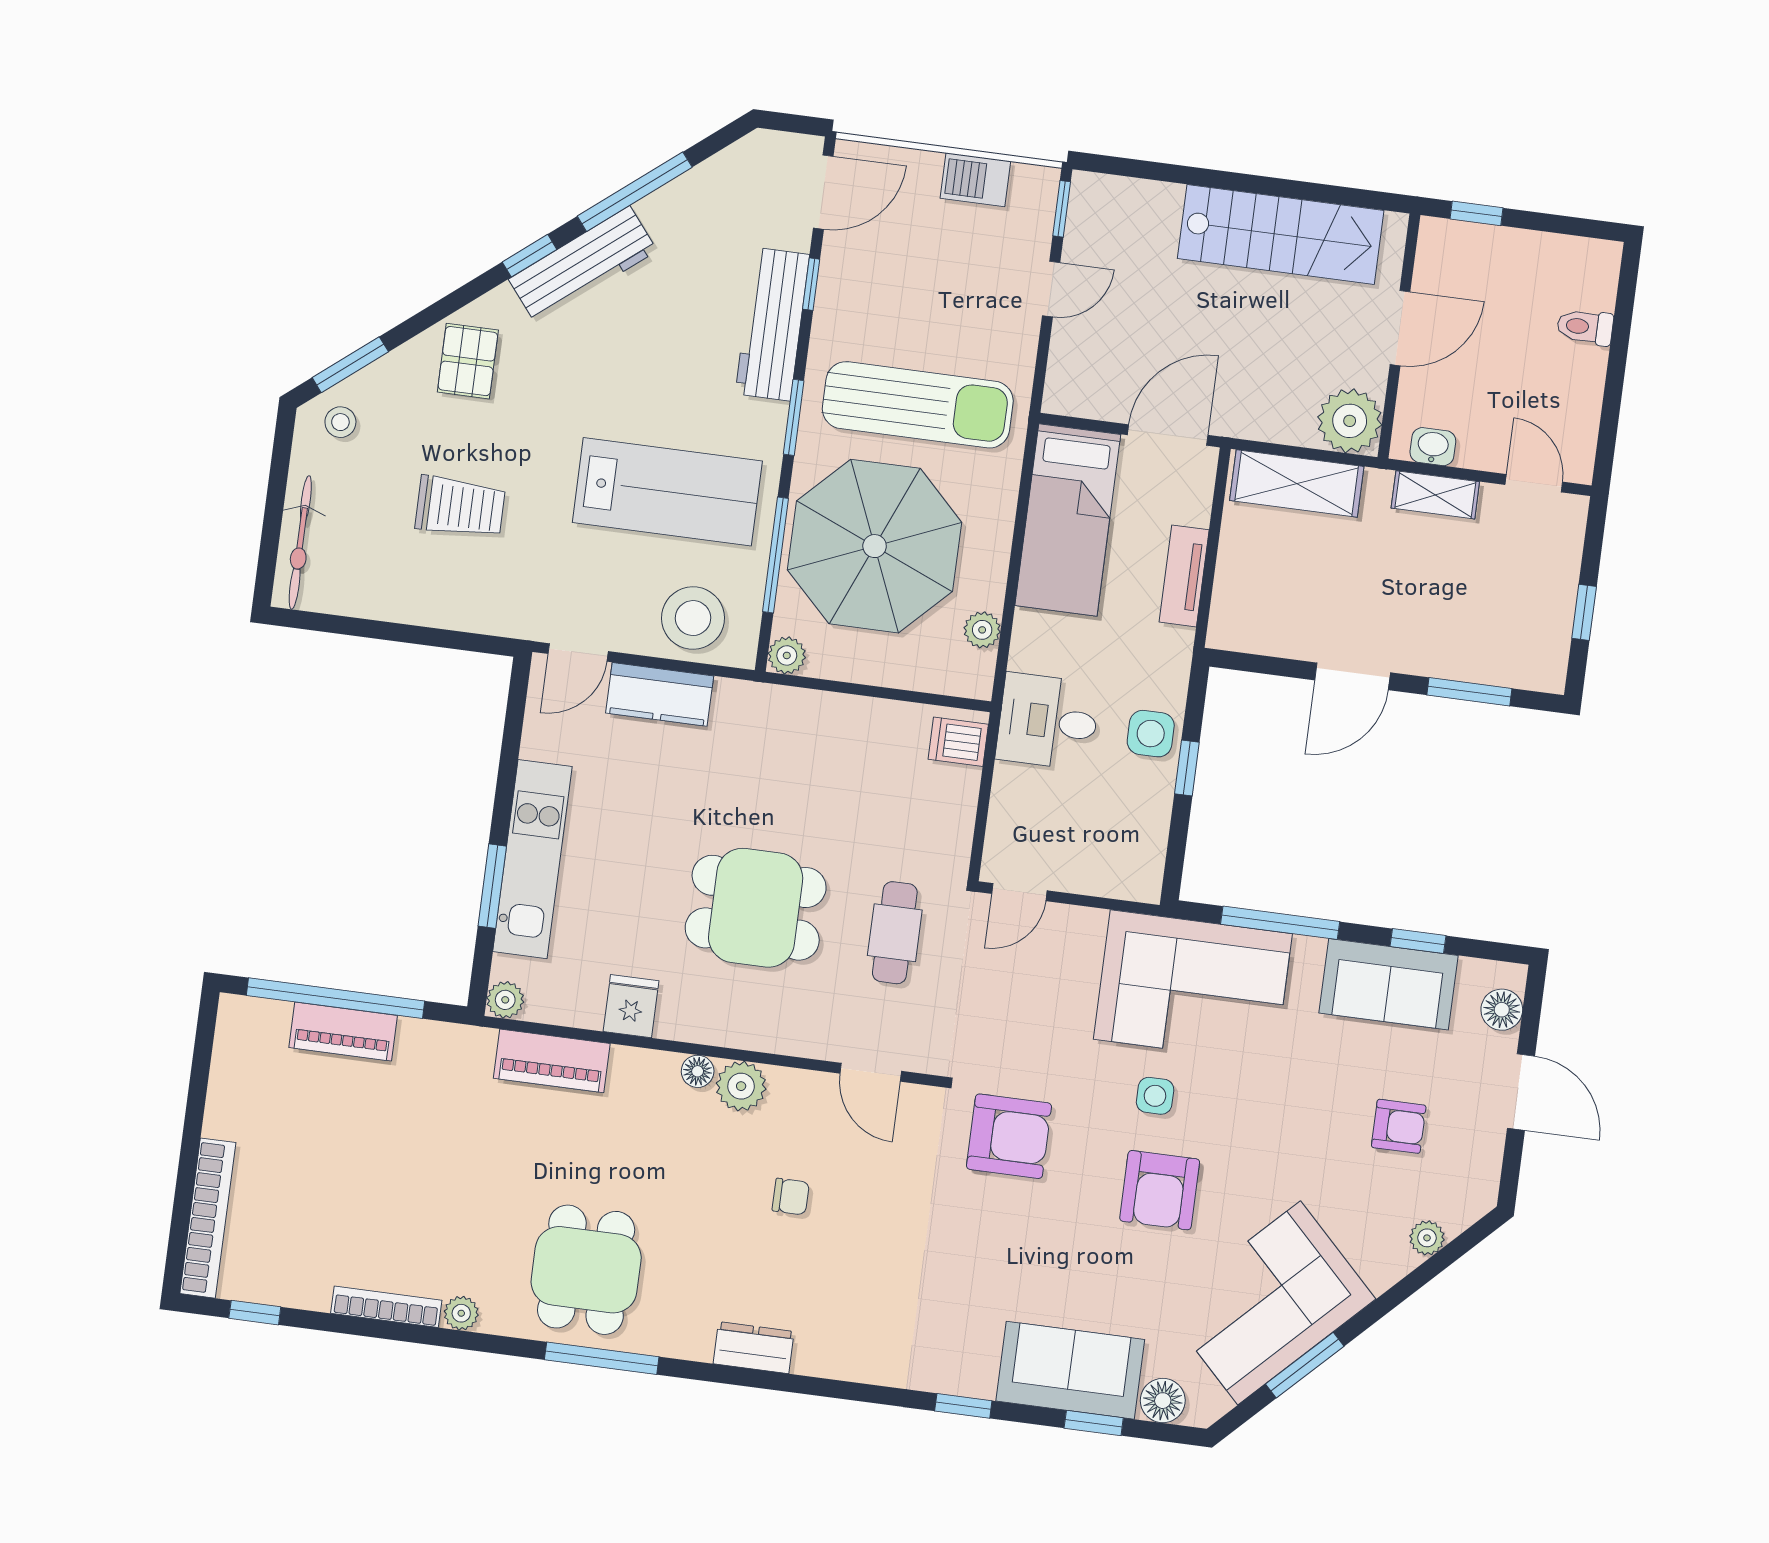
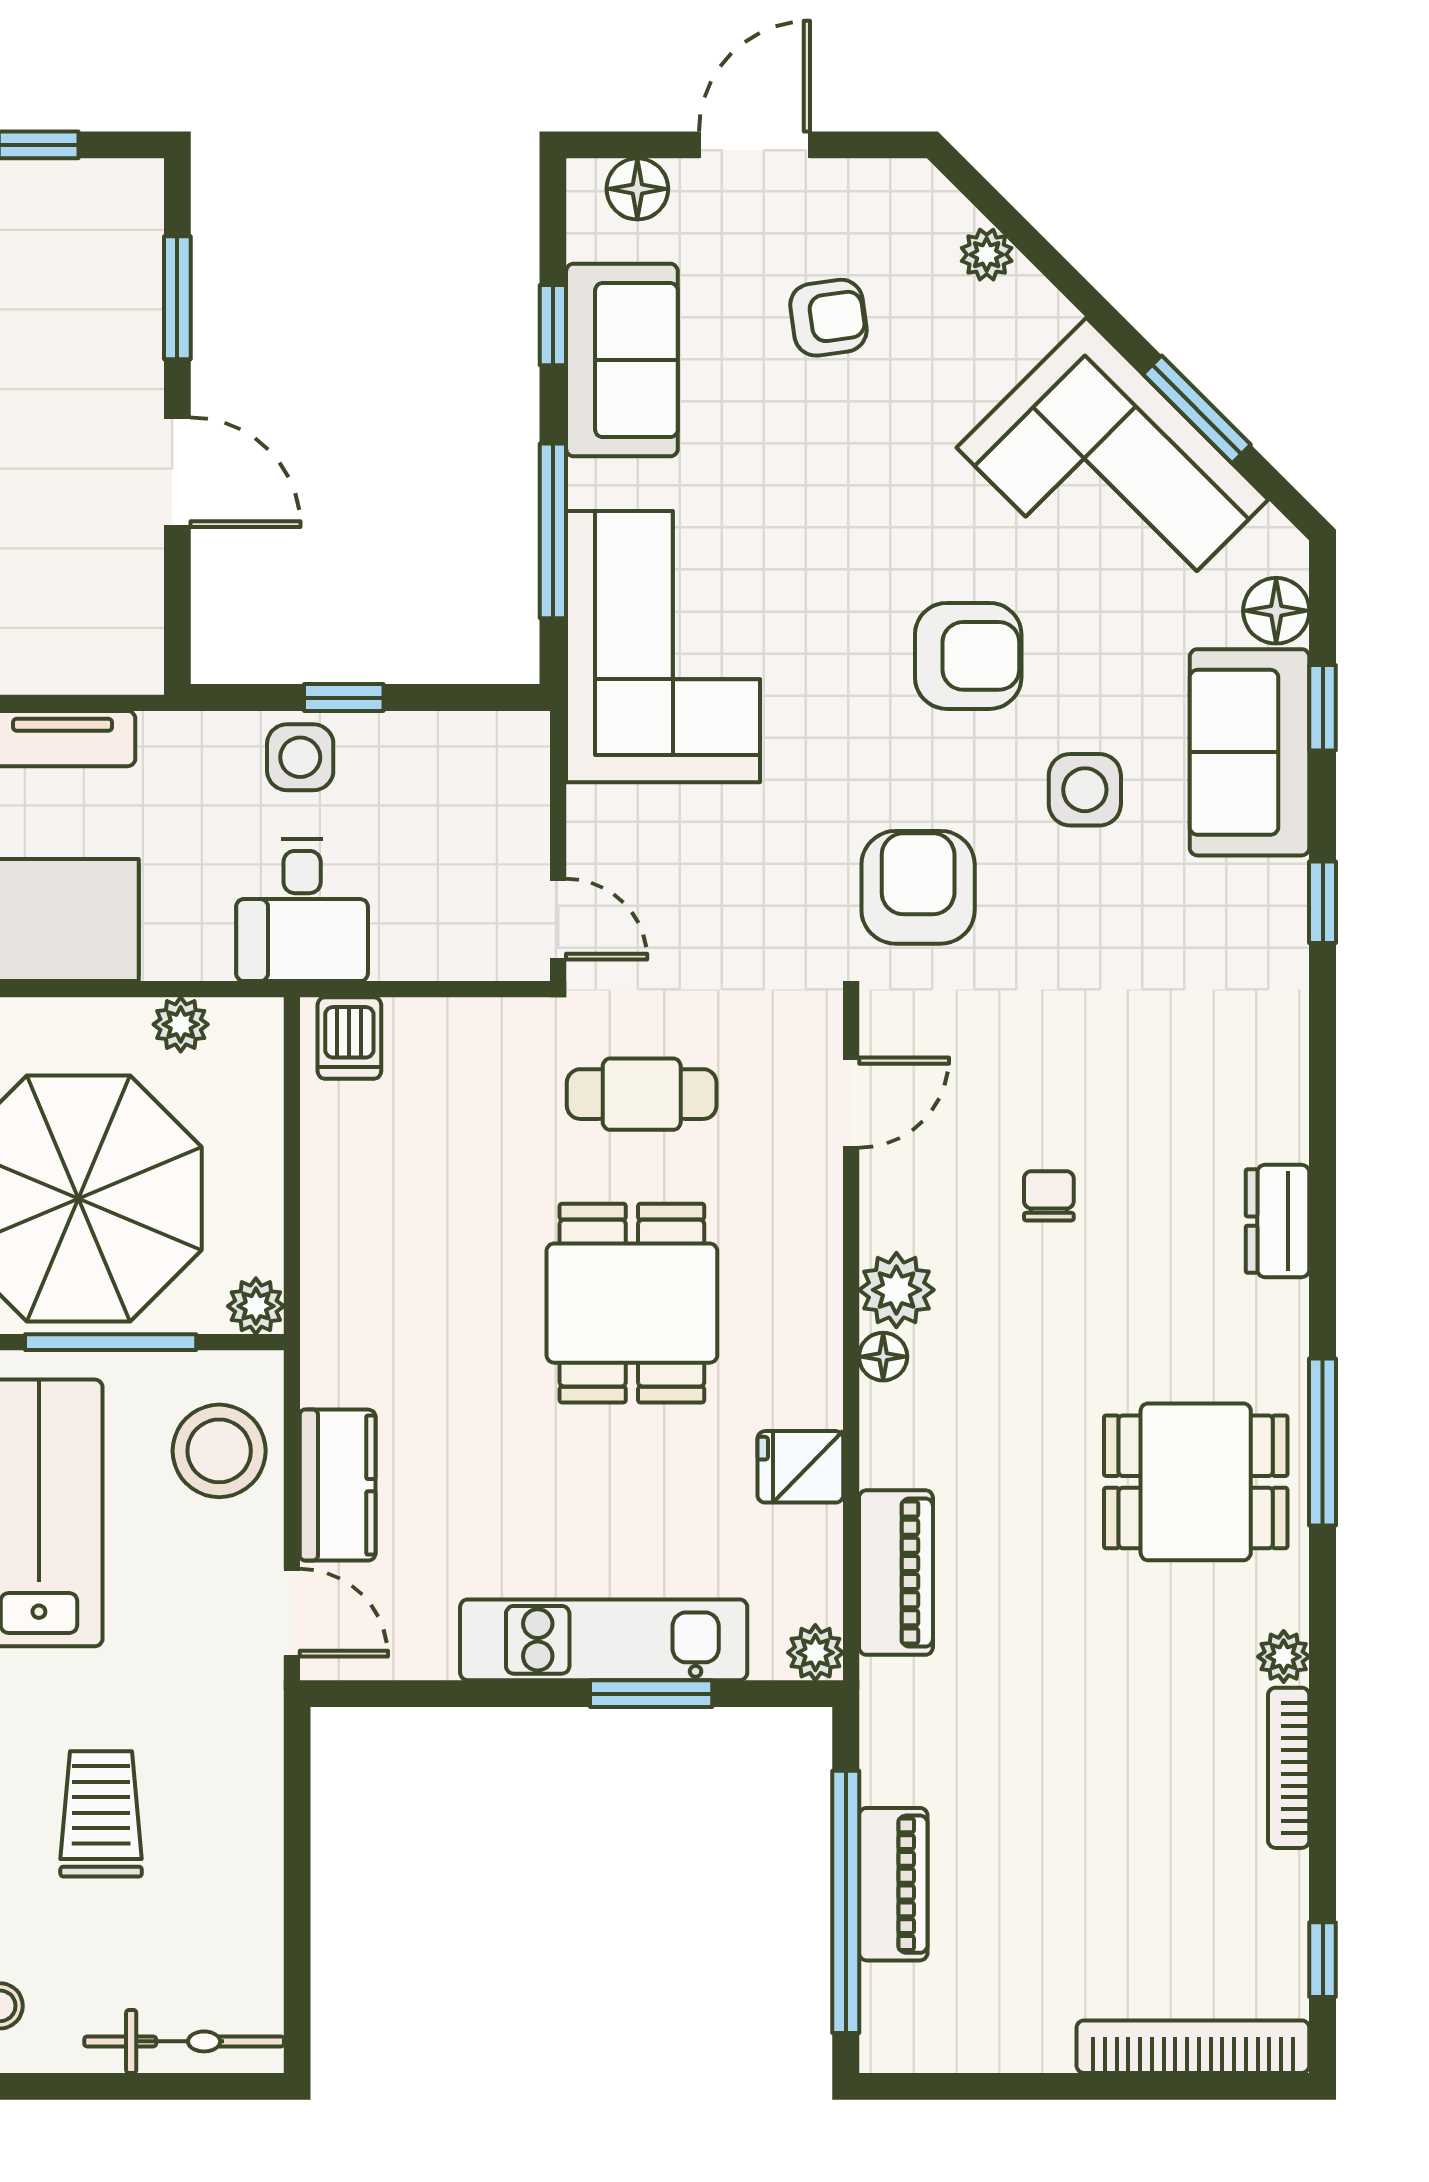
side table: (1155, 1096) -> (1085, 790), moved, width x1.37, depth x1.37
armchair: (1399, 1126) -> (828, 318), turned 82

